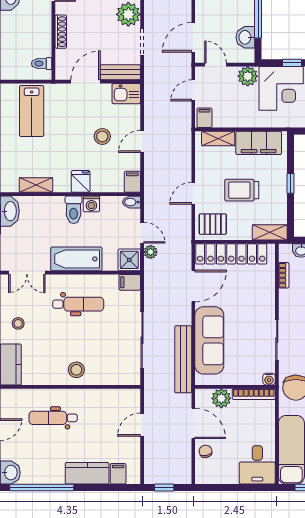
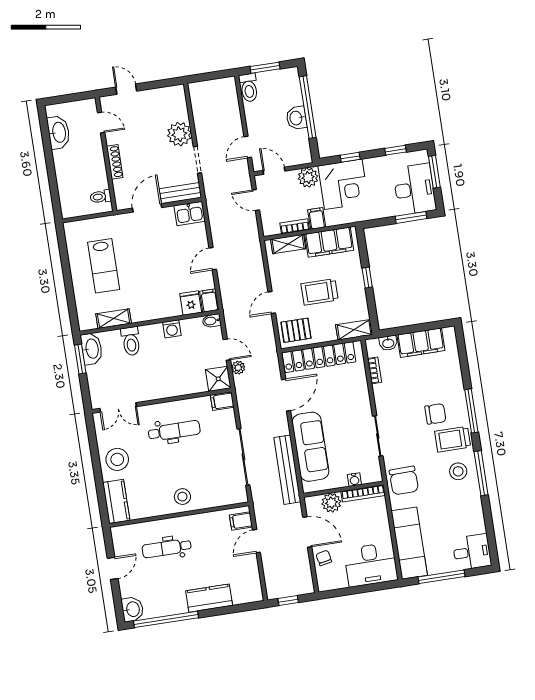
door: (193, 37) -> (248, 147), width x0.73
washbasin: (245, 37) -> (296, 118), moved
door: (193, 90) -> (256, 200), hinge flipped
lab bench: (32, 111) -> (104, 266), moved
filing cabinet: (204, 118) -> (317, 218), moved
bookcase: (227, 122) -> (295, 226), added
stool: (102, 136) -> (172, 260), removed
fridge: (81, 181) -> (191, 303), moved
toilet: (74, 210) -> (131, 341), moved
bathtub: (76, 259) -> (165, 386), removed
stool: (18, 323) -> (117, 459), width x1.89, depth x1.89
water cooler: (269, 379) -> (354, 480), moved
desk: (257, 465) -> (371, 565), width x1.37
filing cabinet: (118, 474) -> (241, 521), moved, turned -90

